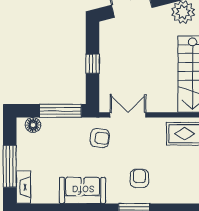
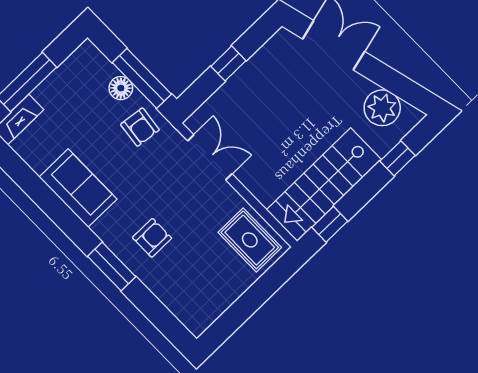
floor lamp: (33, 125) -> (121, 88), moved
armchair: (100, 138) -> (140, 127), moved

